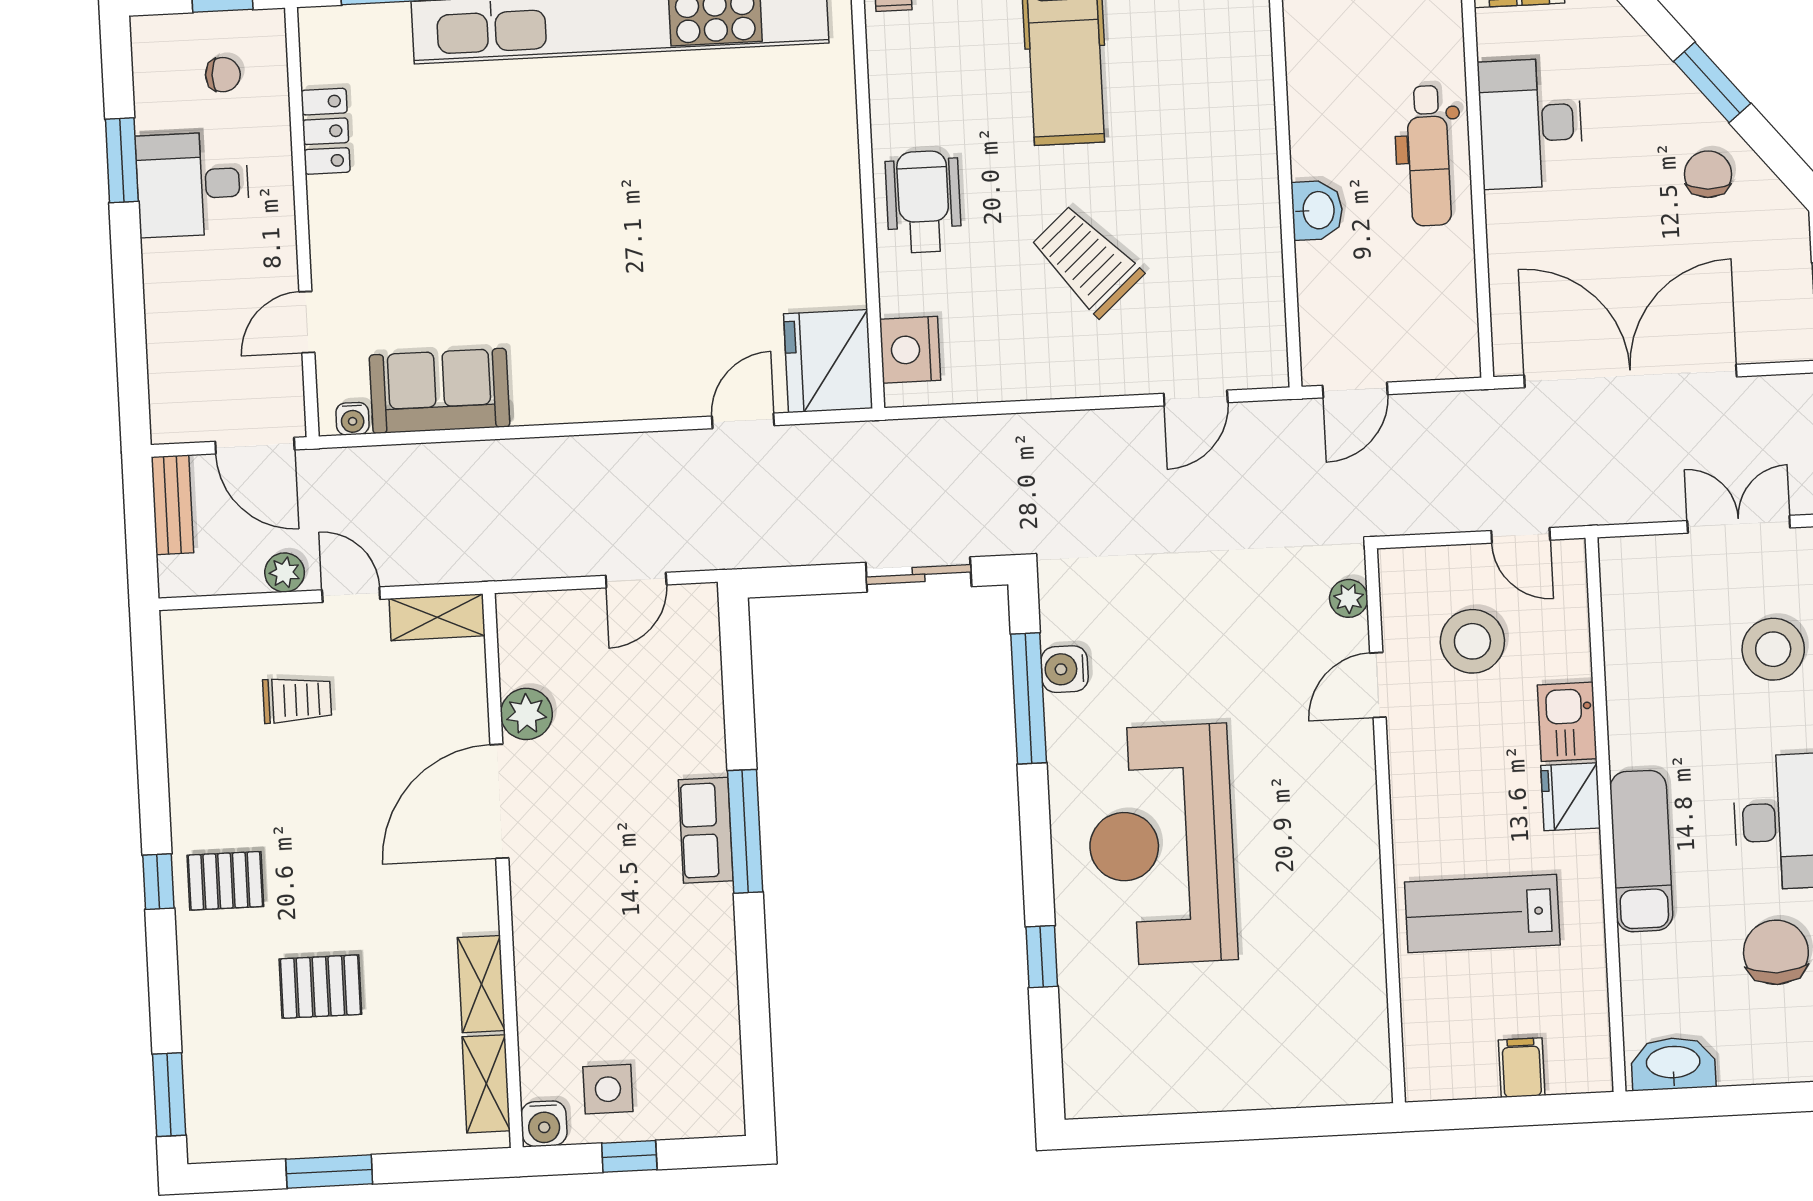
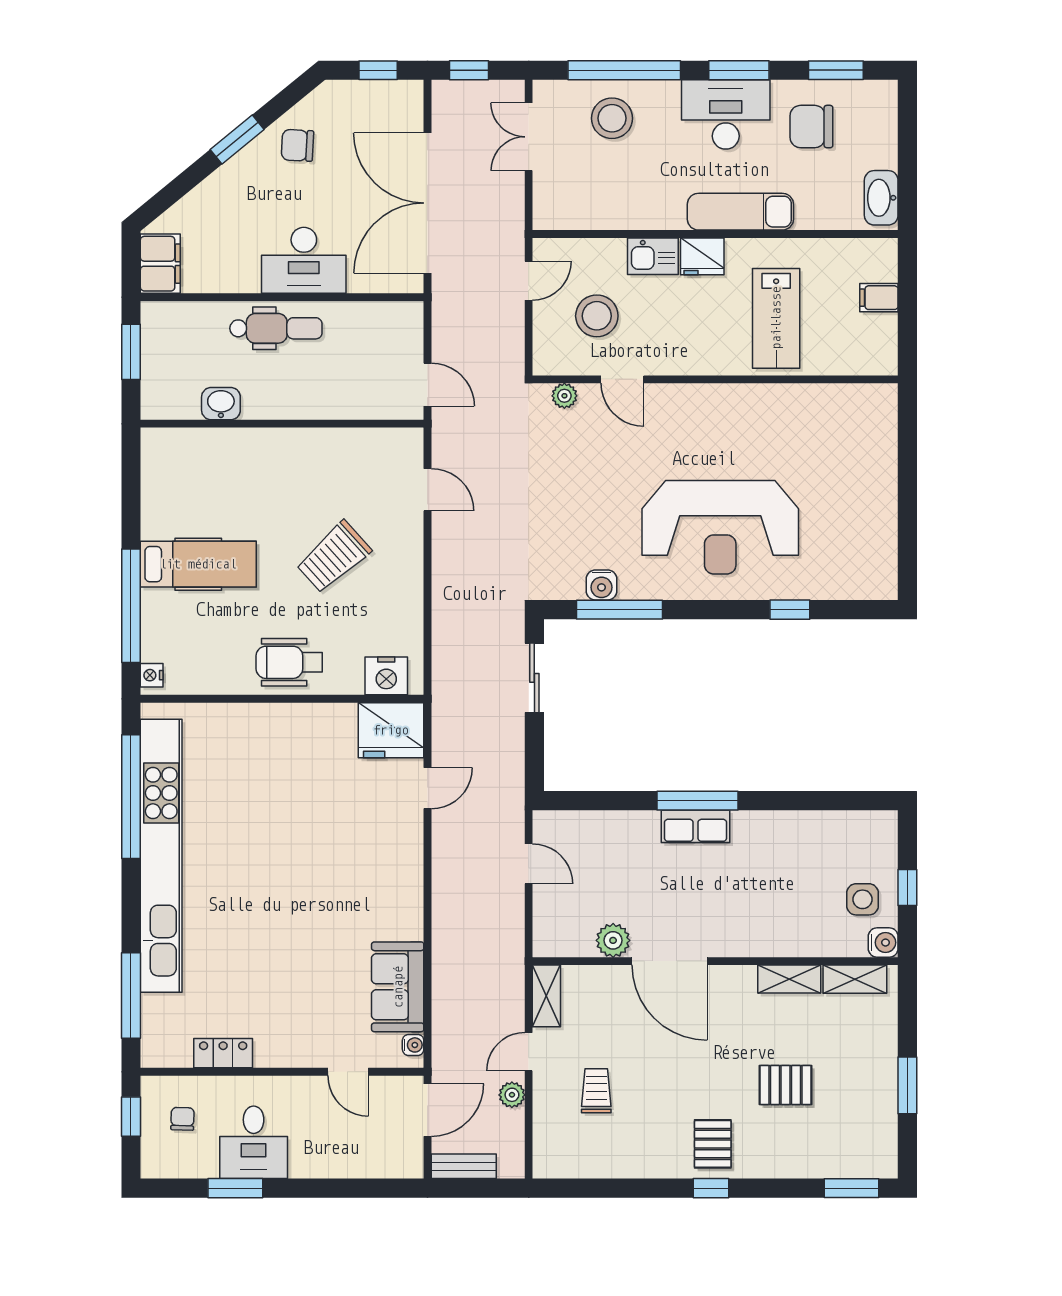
desk: (1531, 124) -> (304, 260), moved
washbasin: (1317, 210) -> (221, 404), moved
door: (743, 421) -> (428, 788), swing flipped
pallet: (320, 987) -> (786, 1085), turned 90

